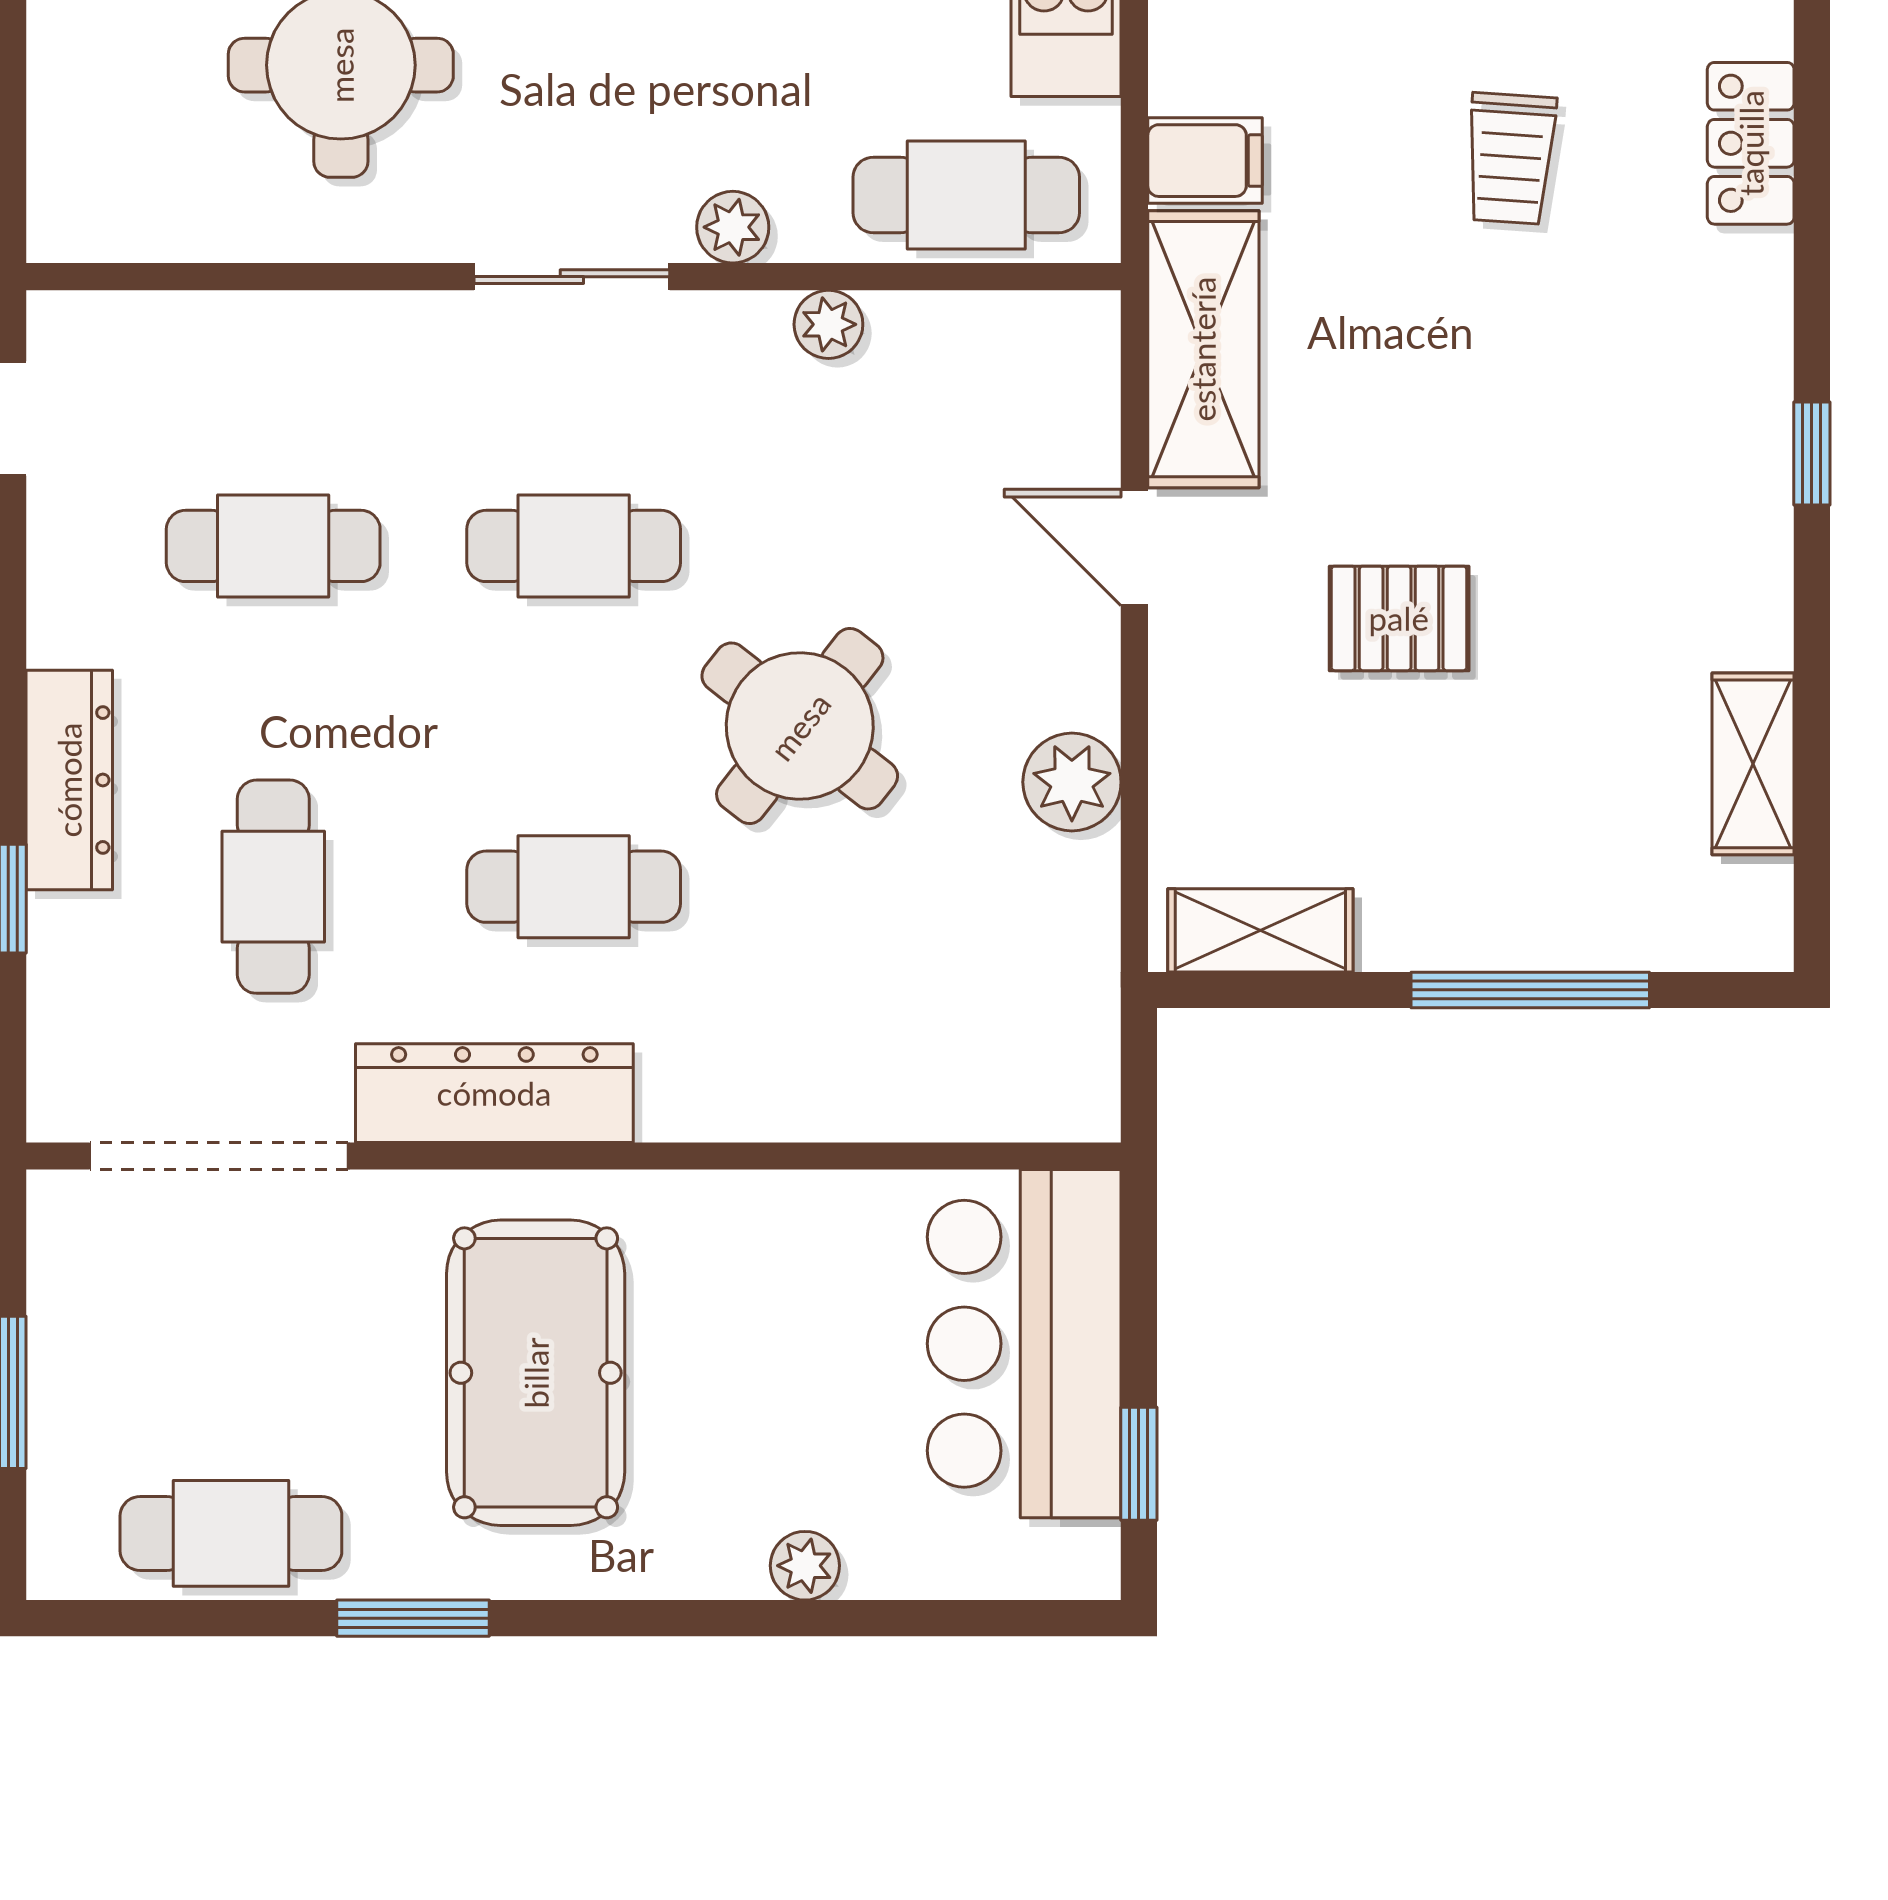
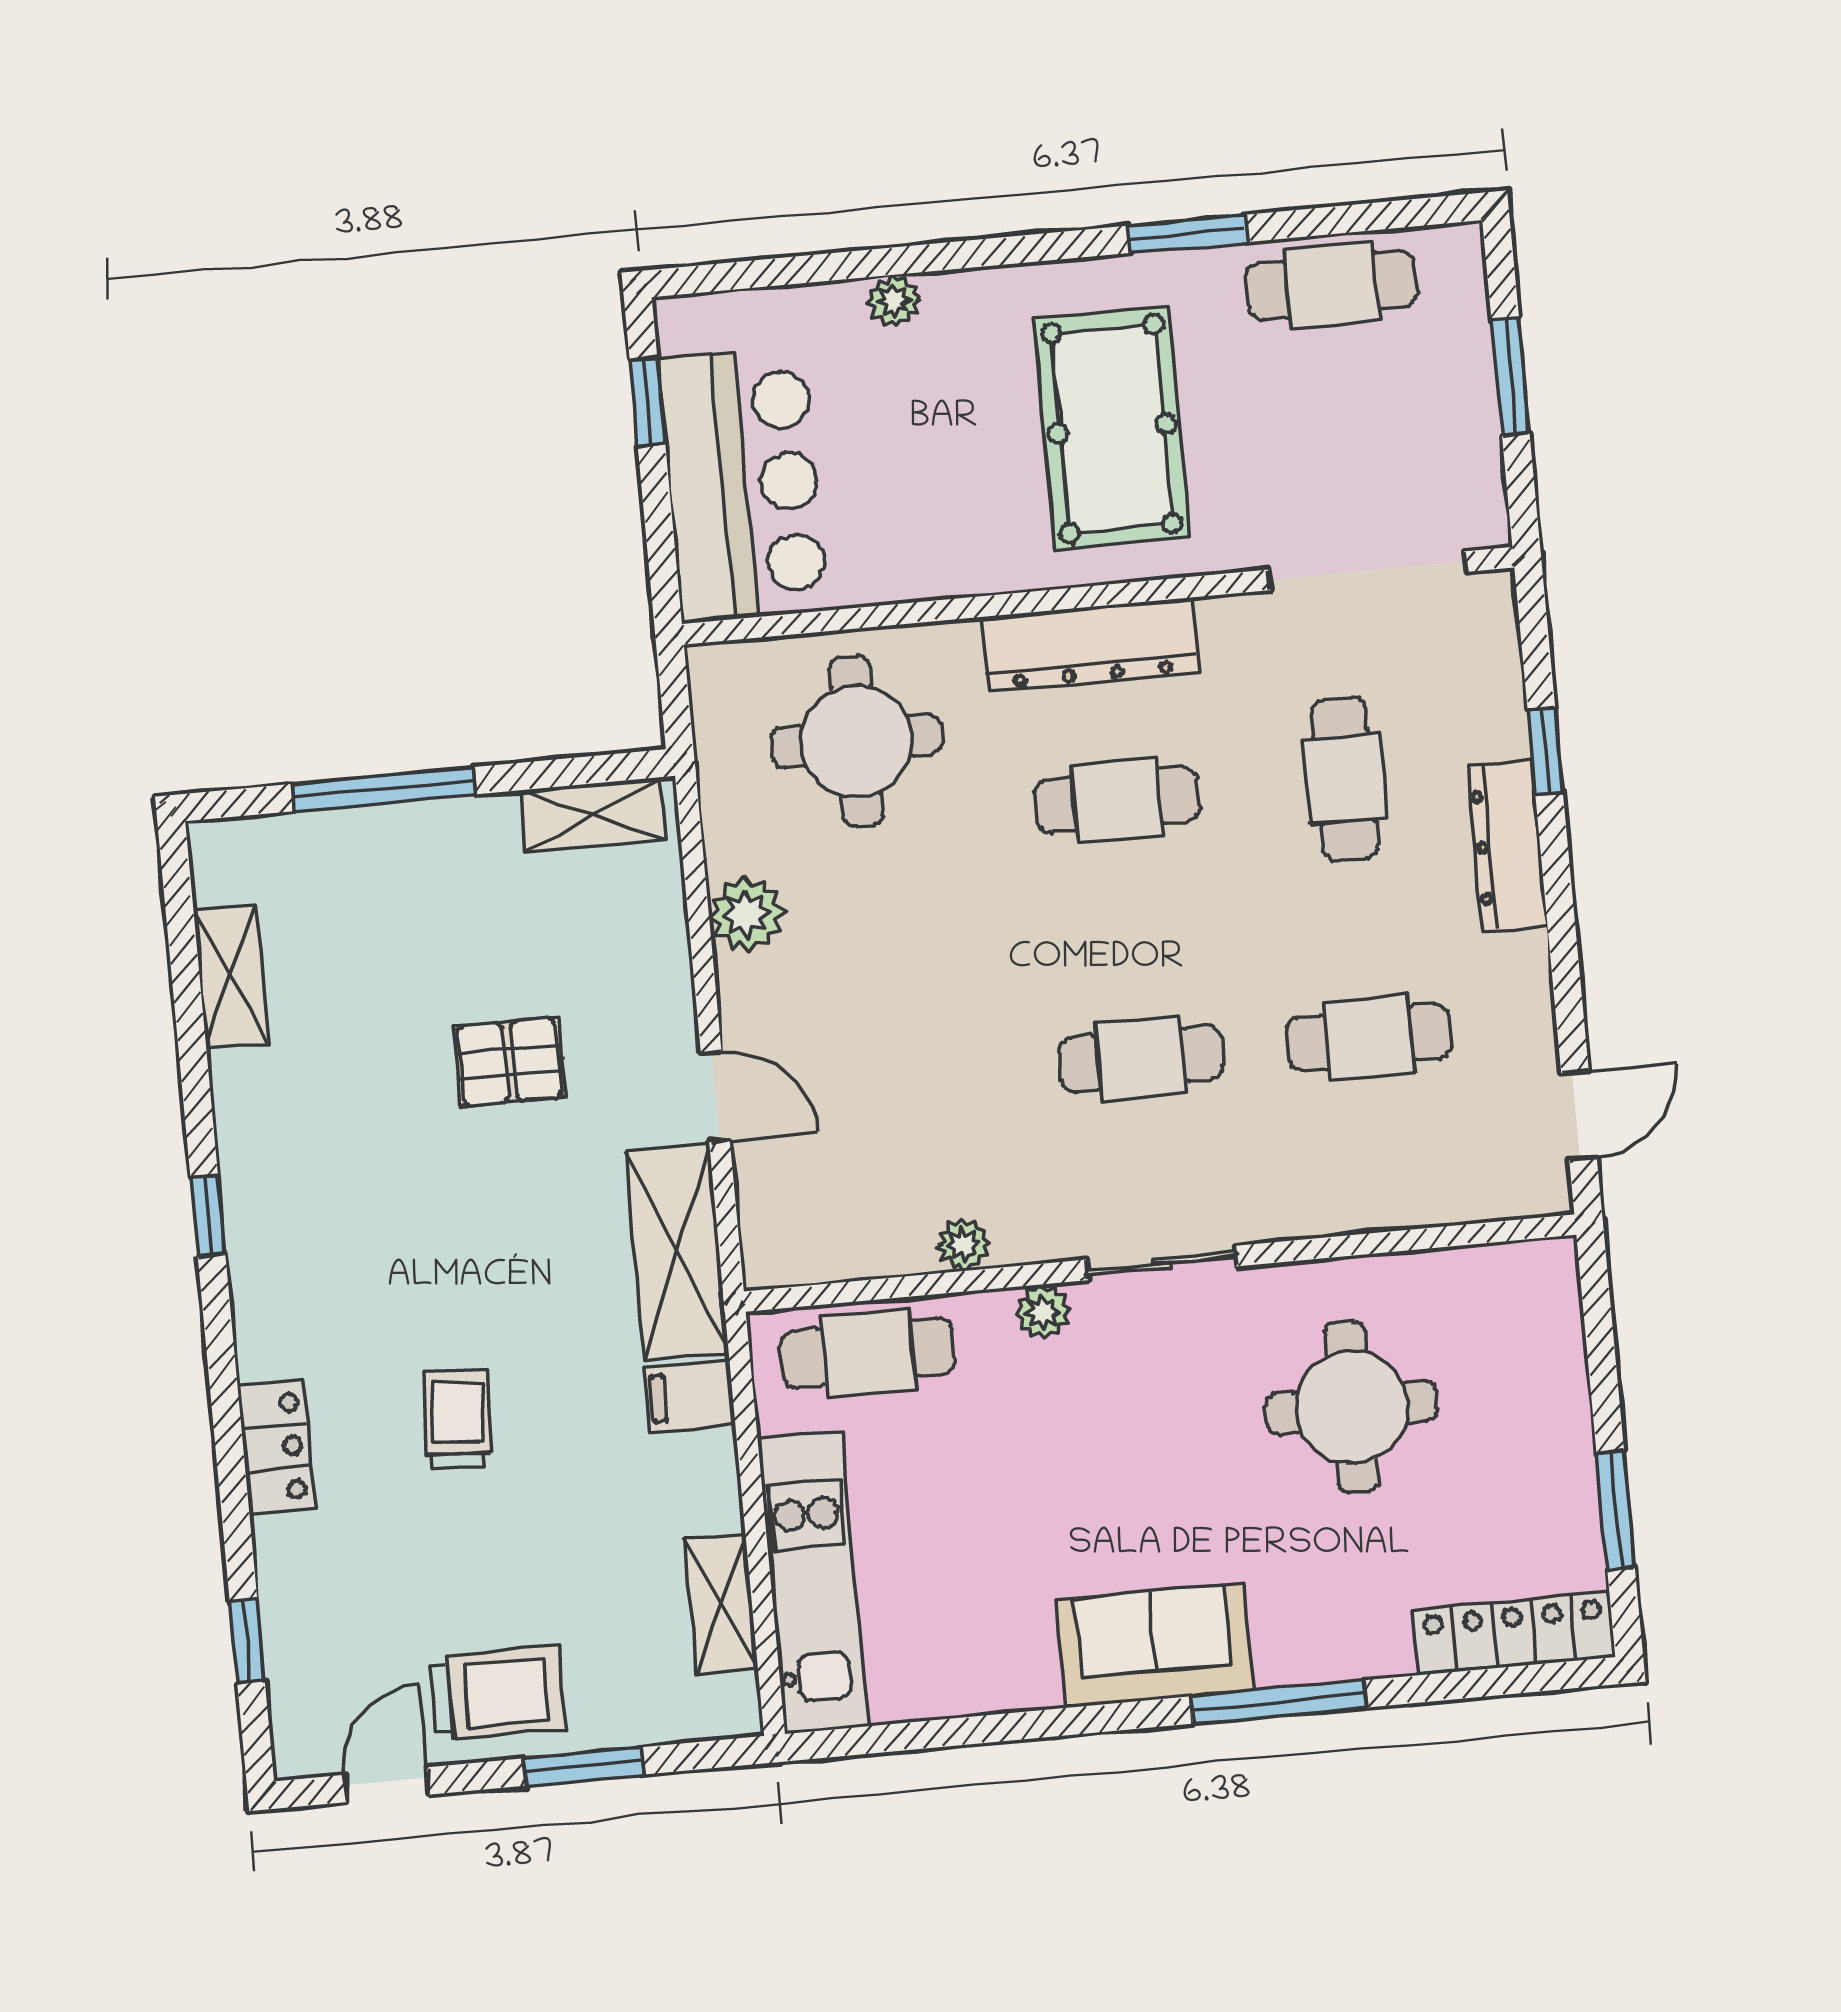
round table: (800, 726) -> (857, 741), moved, turned -38
dresser: (494, 1093) -> (1090, 645), moved

